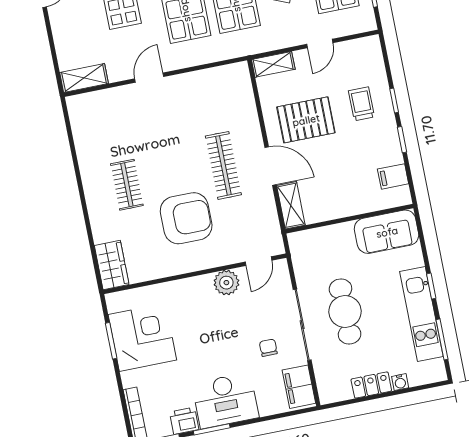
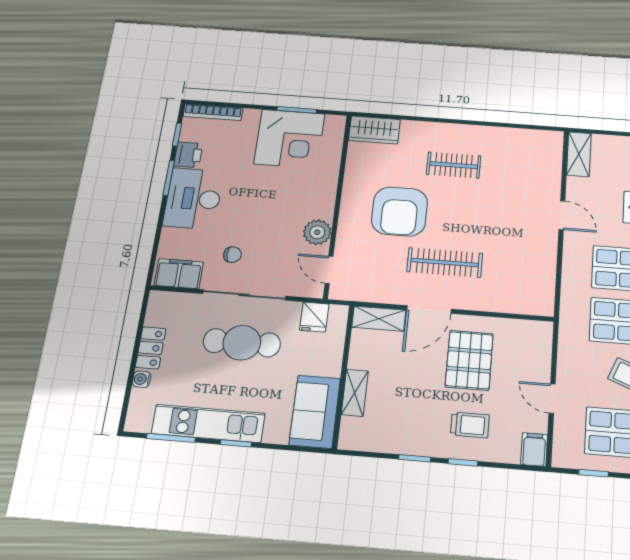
shelving: (273, 64) -> (355, 393), moved
filing cabinet: (393, 176) -> (534, 450), moved
fridge: (305, 259) -> (314, 317), added

